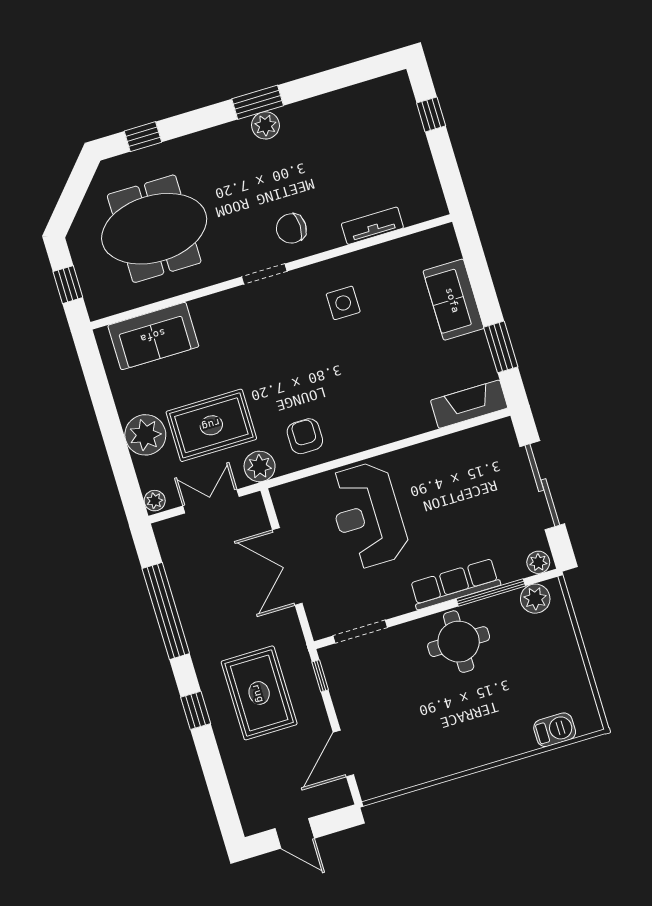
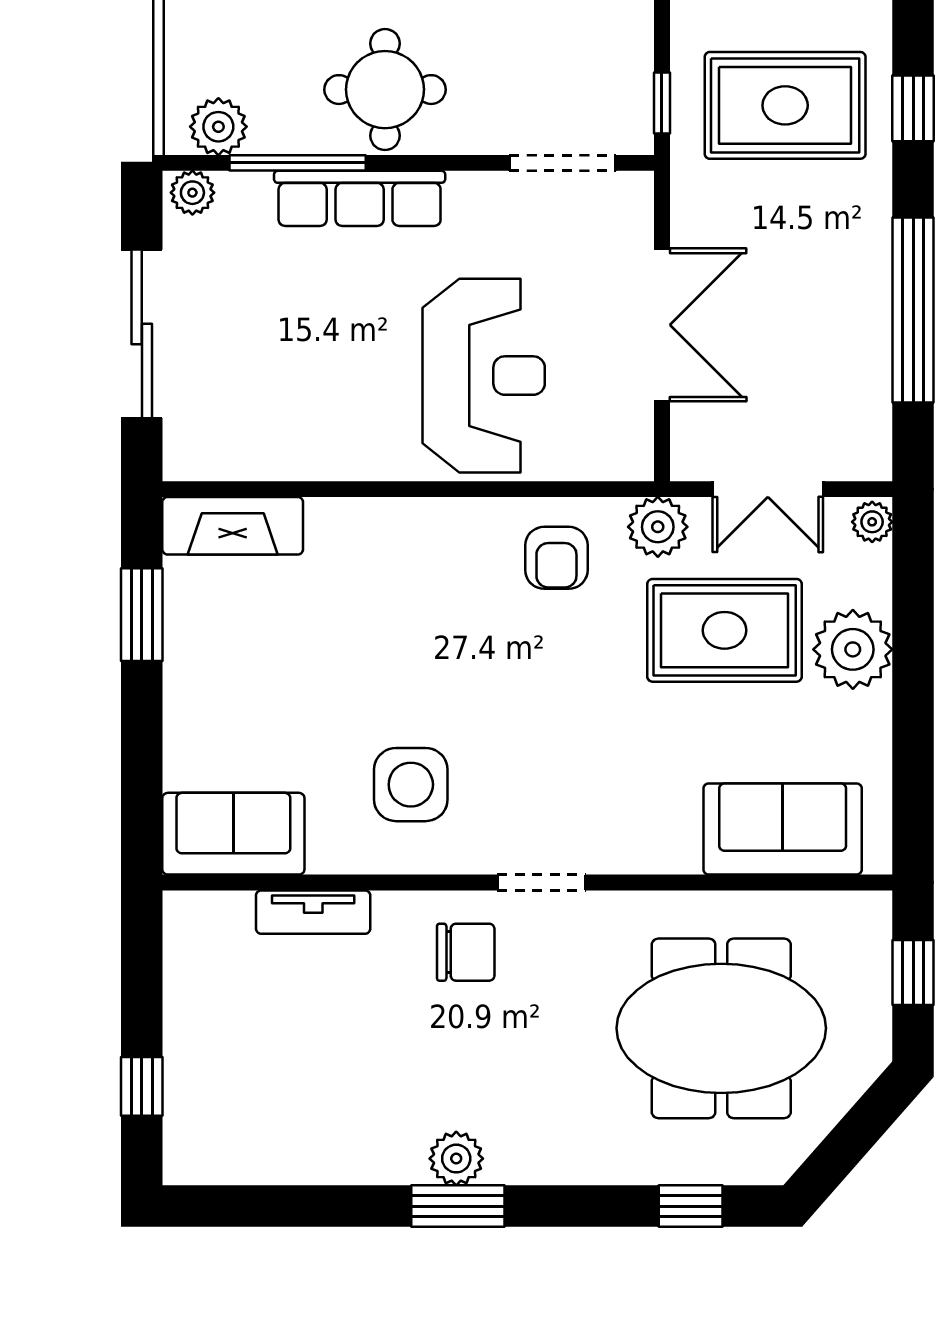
sofa: (453, 300) -> (233, 834), moved, turned -90
side table: (343, 303) -> (411, 785), width x1.37, depth x1.37
rug: (259, 693) -> (785, 105), turned 90

